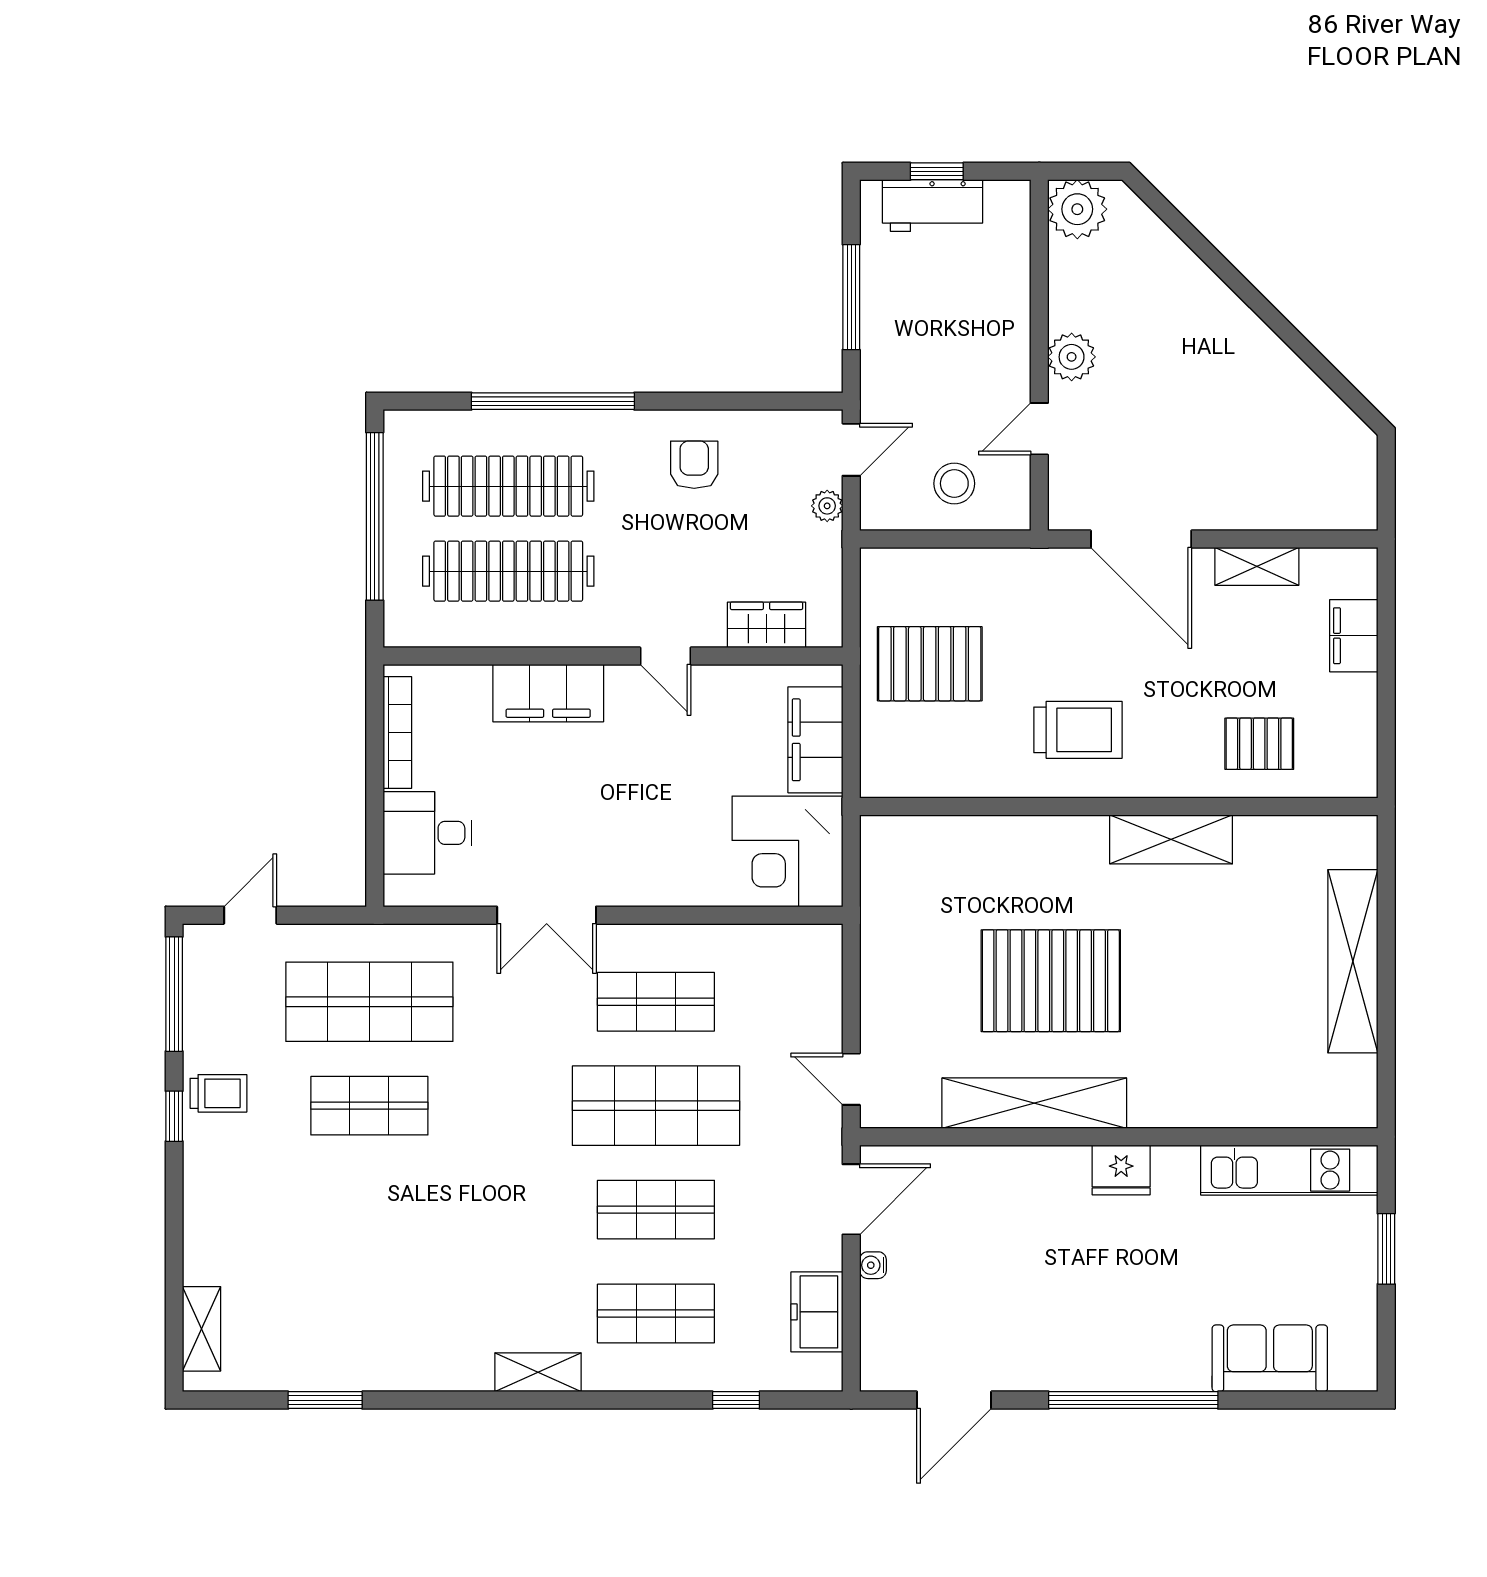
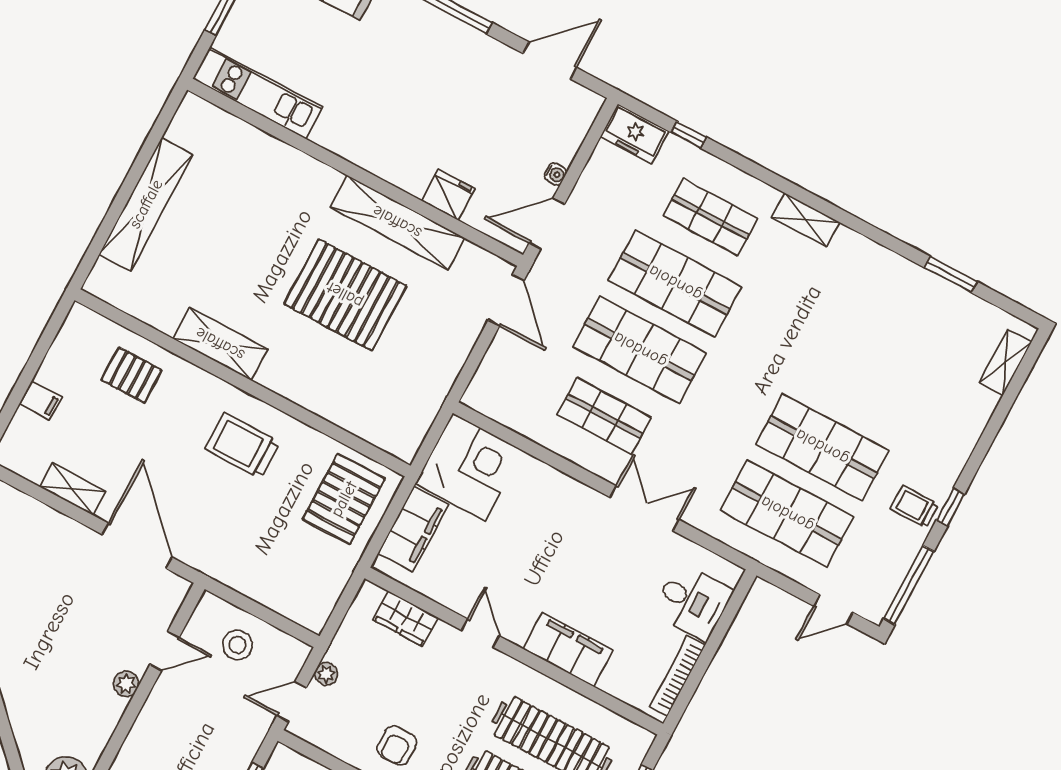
plant: (1072, 357) -> (126, 684), width x0.73, depth x0.73
filing cabinet: (1354, 636) -> (41, 400), width x0.50
pallet: (930, 664) -> (344, 499), moved, turned 90
door: (851, 1079) -> (506, 300), width x1.38
shop shelf: (369, 1106) -> (822, 447), width x1.43, depth x1.36
fridge: (1121, 1170) -> (448, 195), moved
shop shelf: (656, 1210) -> (675, 283), width x1.43, depth x1.36
freezer: (817, 1312) -> (634, 134), moved, turned 90

